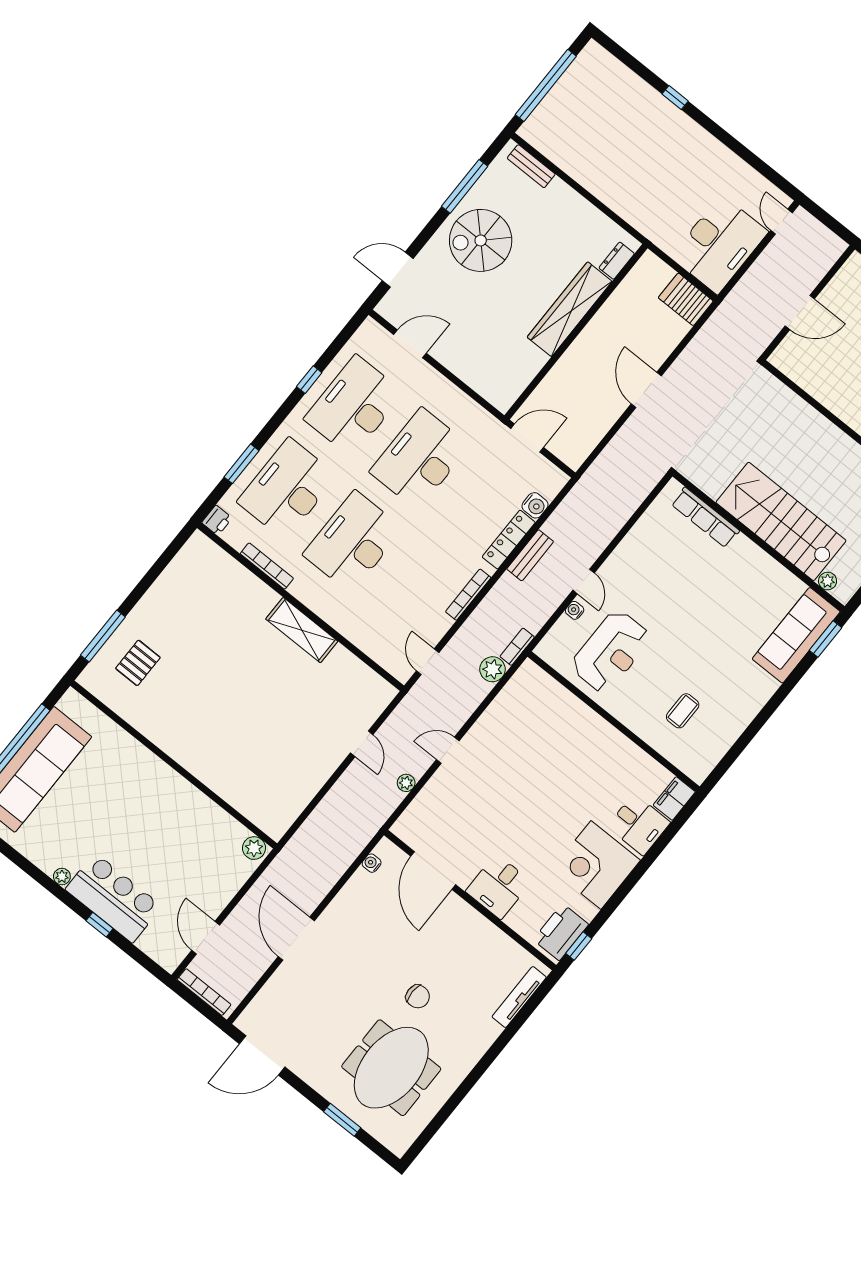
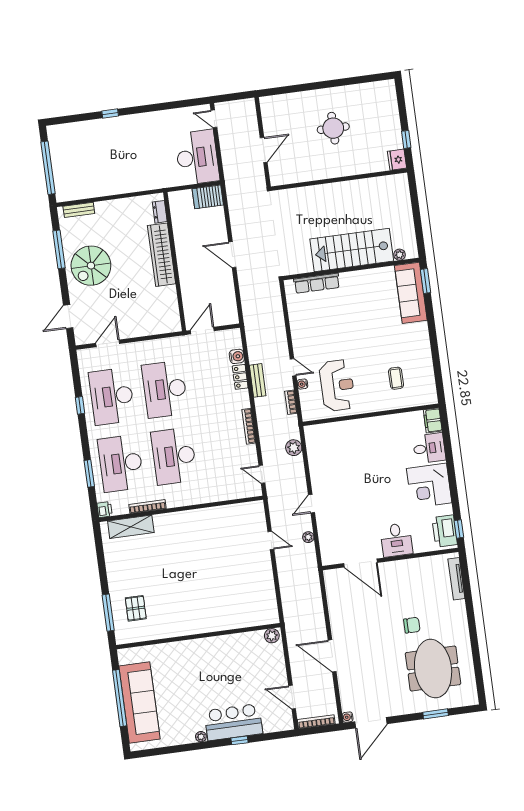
locker: (509, 540) -> (240, 377), width x0.66
shelving: (302, 630) -> (131, 527), moved
bookcase: (517, 647) -> (291, 402), moved
water cooler: (372, 863) -> (348, 717), moved

